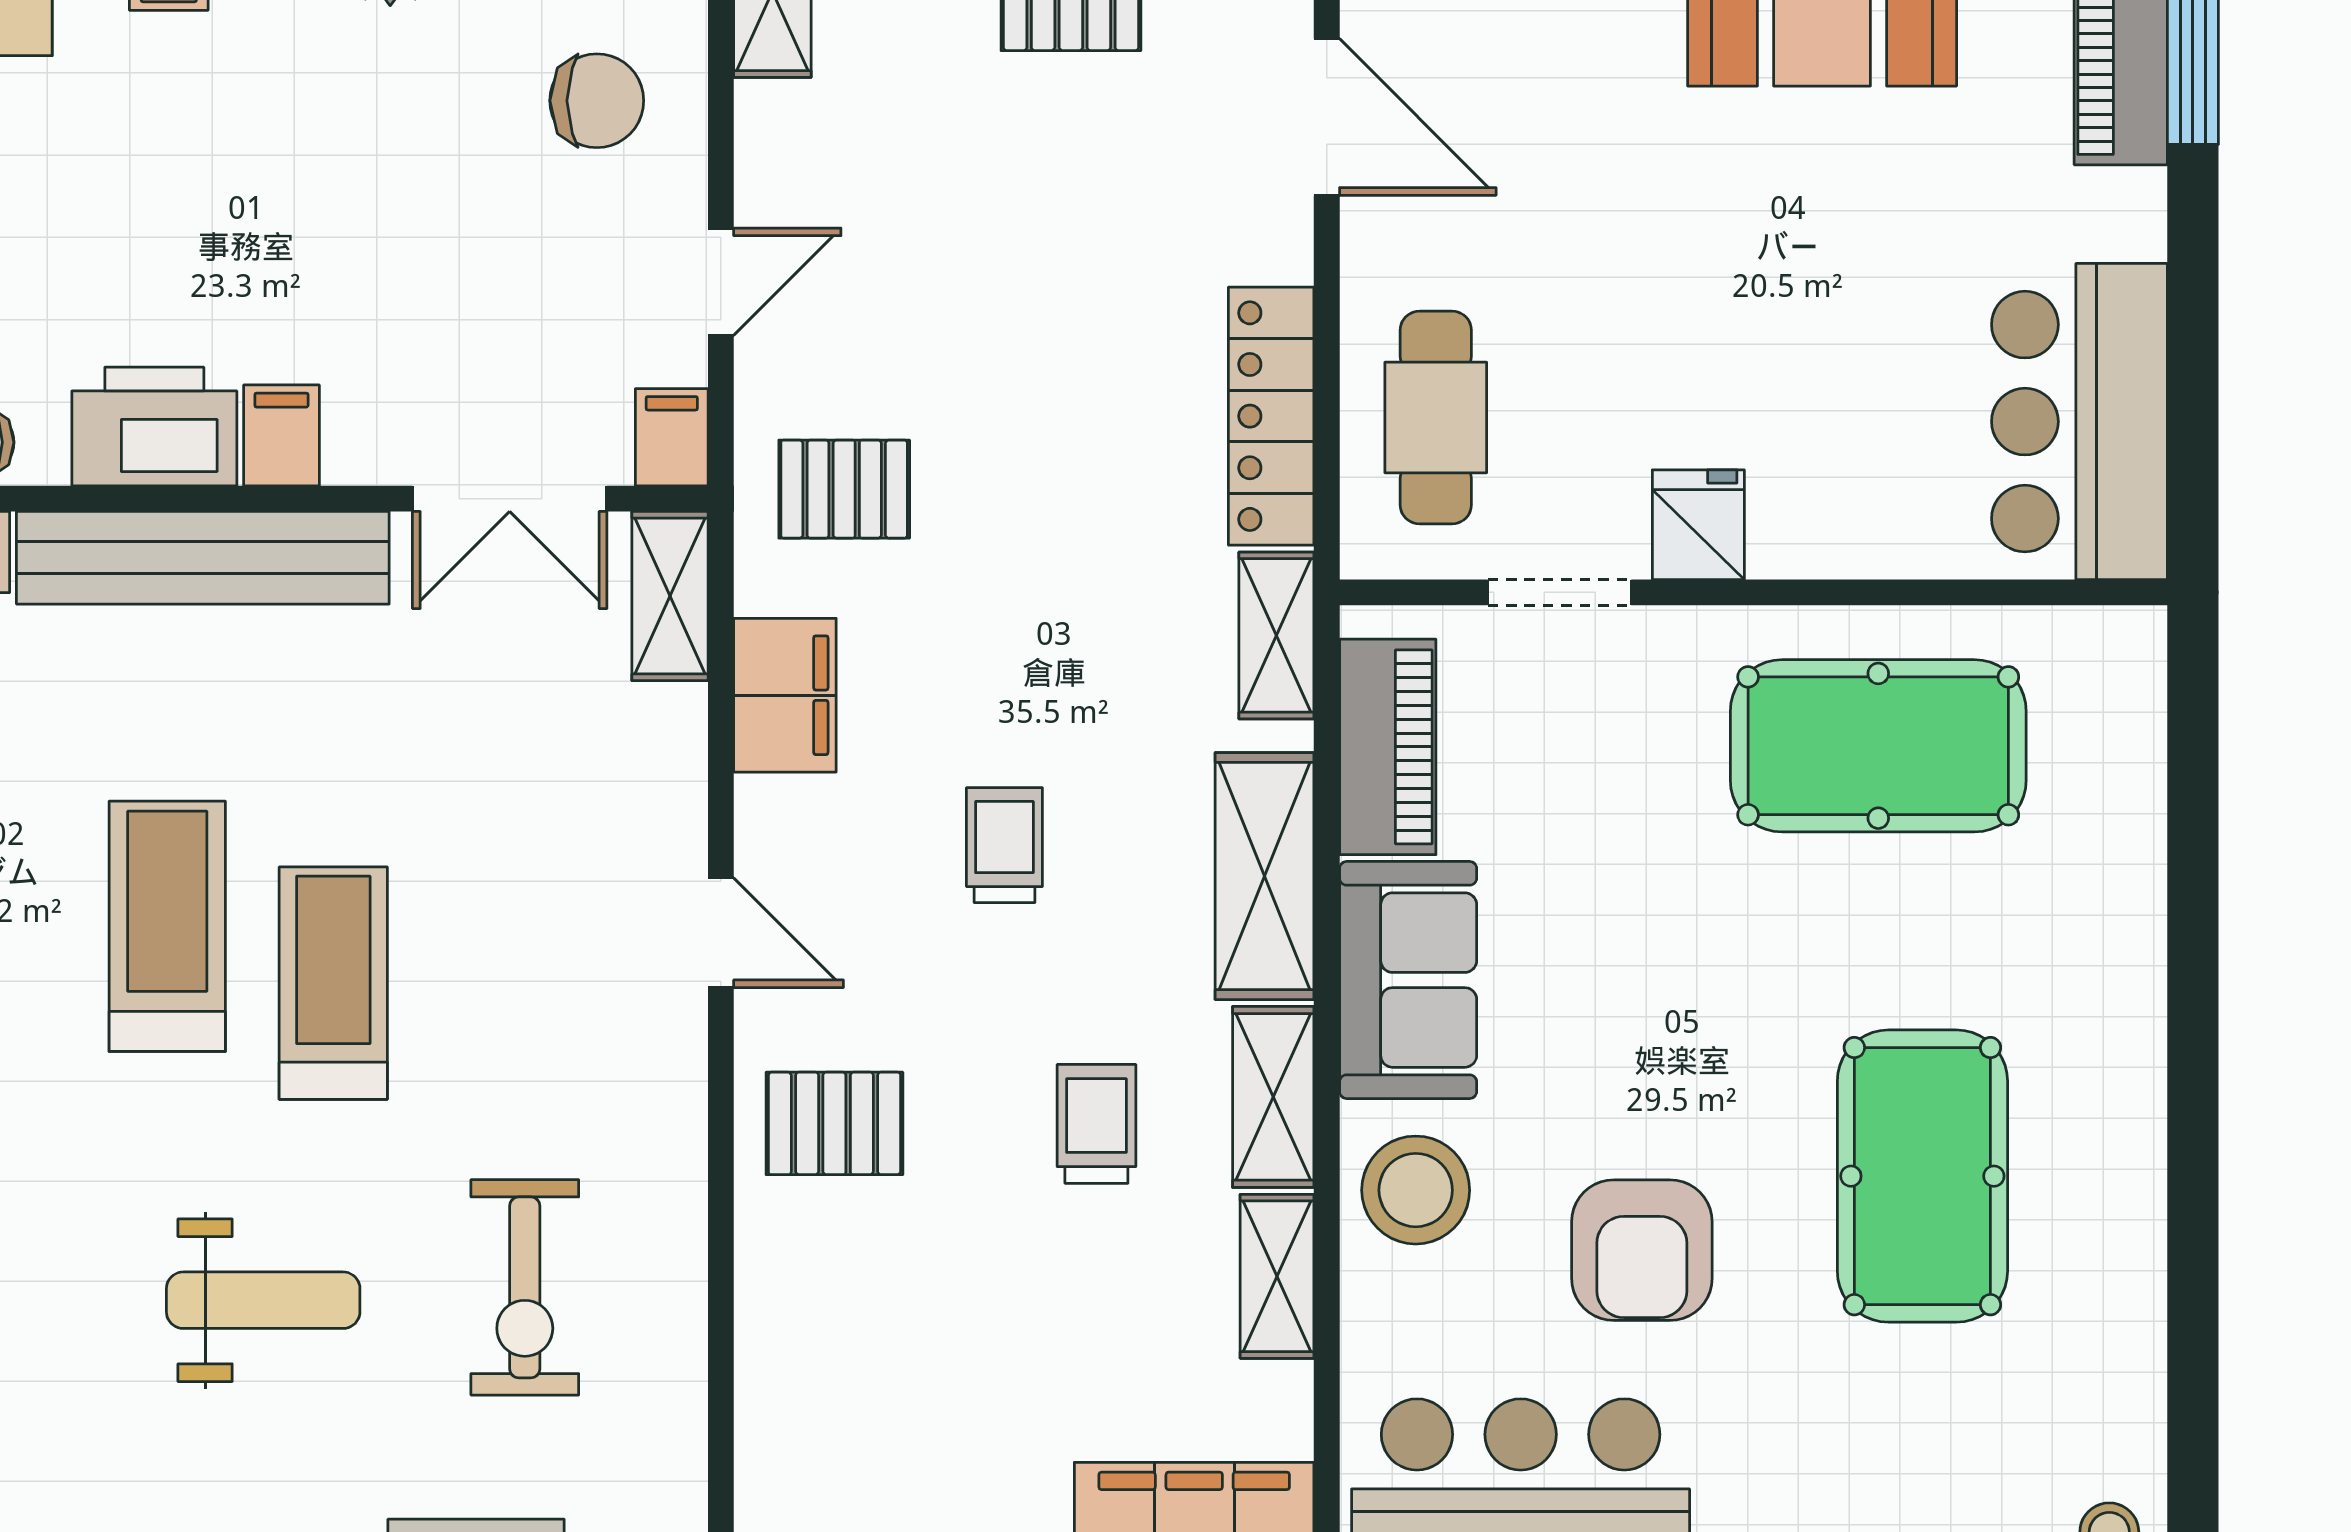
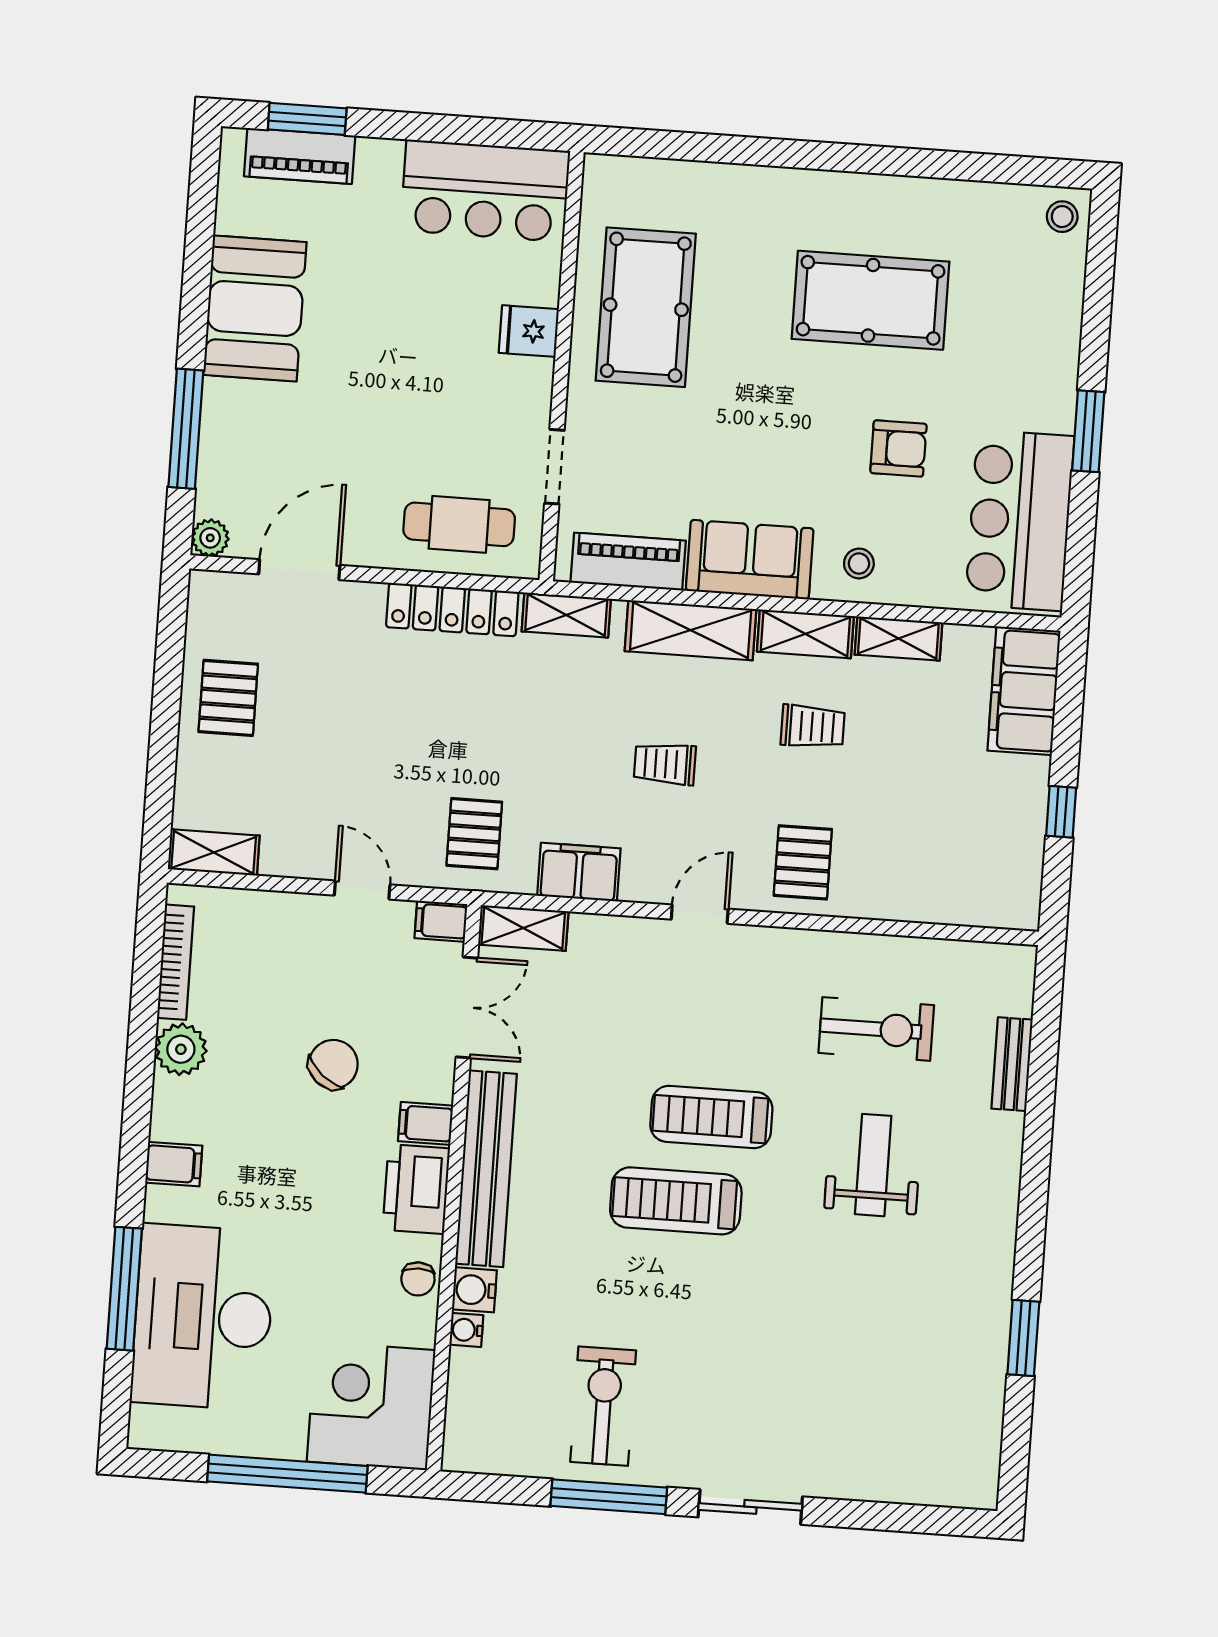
chair: (597, 101) -> (333, 1064), moved, turned 40
fridge: (1698, 525) -> (529, 331), moved
trolley: (1096, 1124) -> (813, 727), turned 180
stool: (1416, 1190) -> (859, 563), width x0.53, depth x0.53
armchair: (1642, 1250) -> (898, 448), width x0.72, depth x0.72

